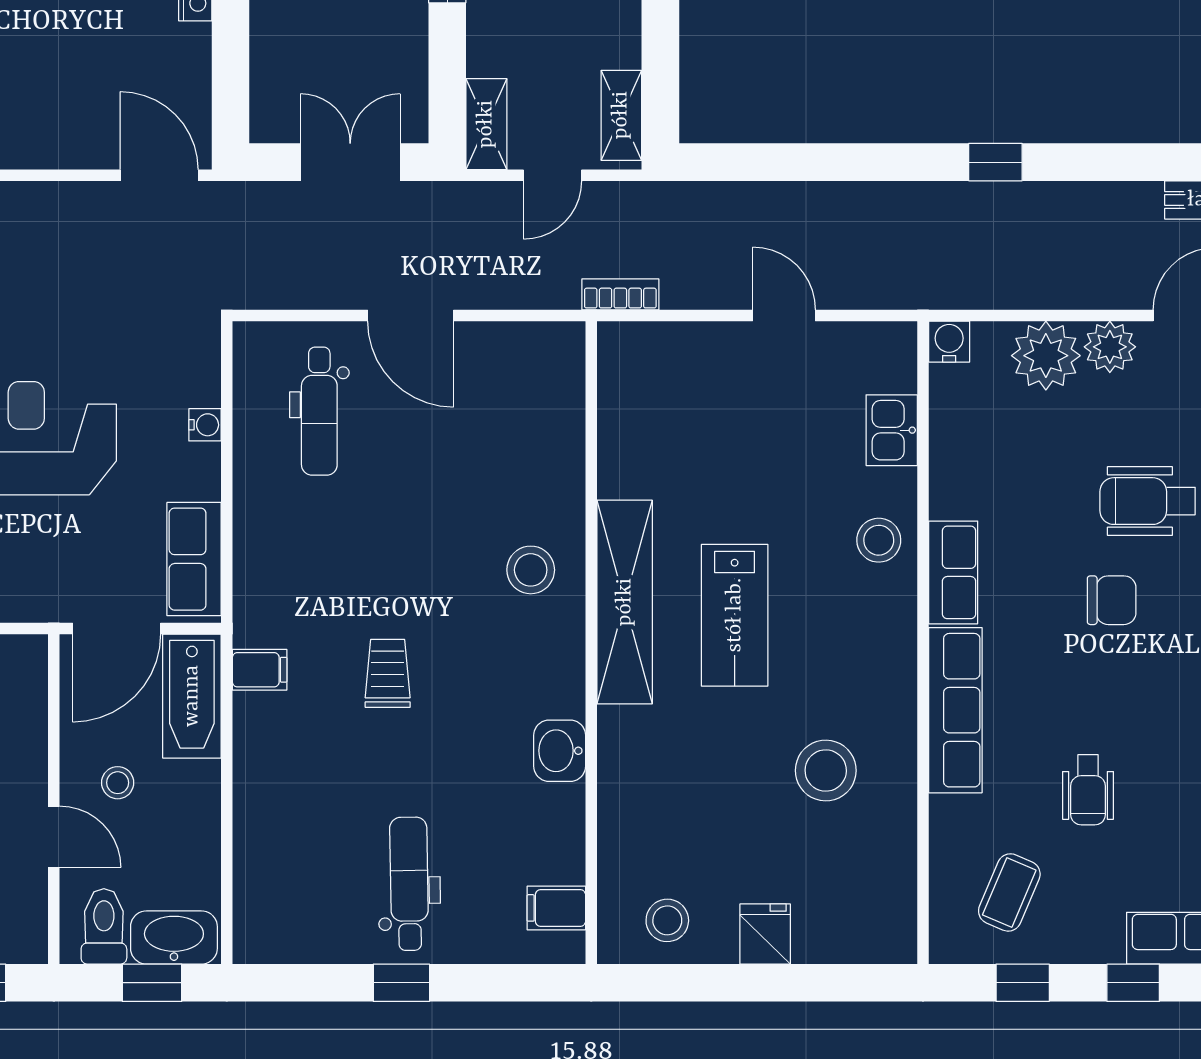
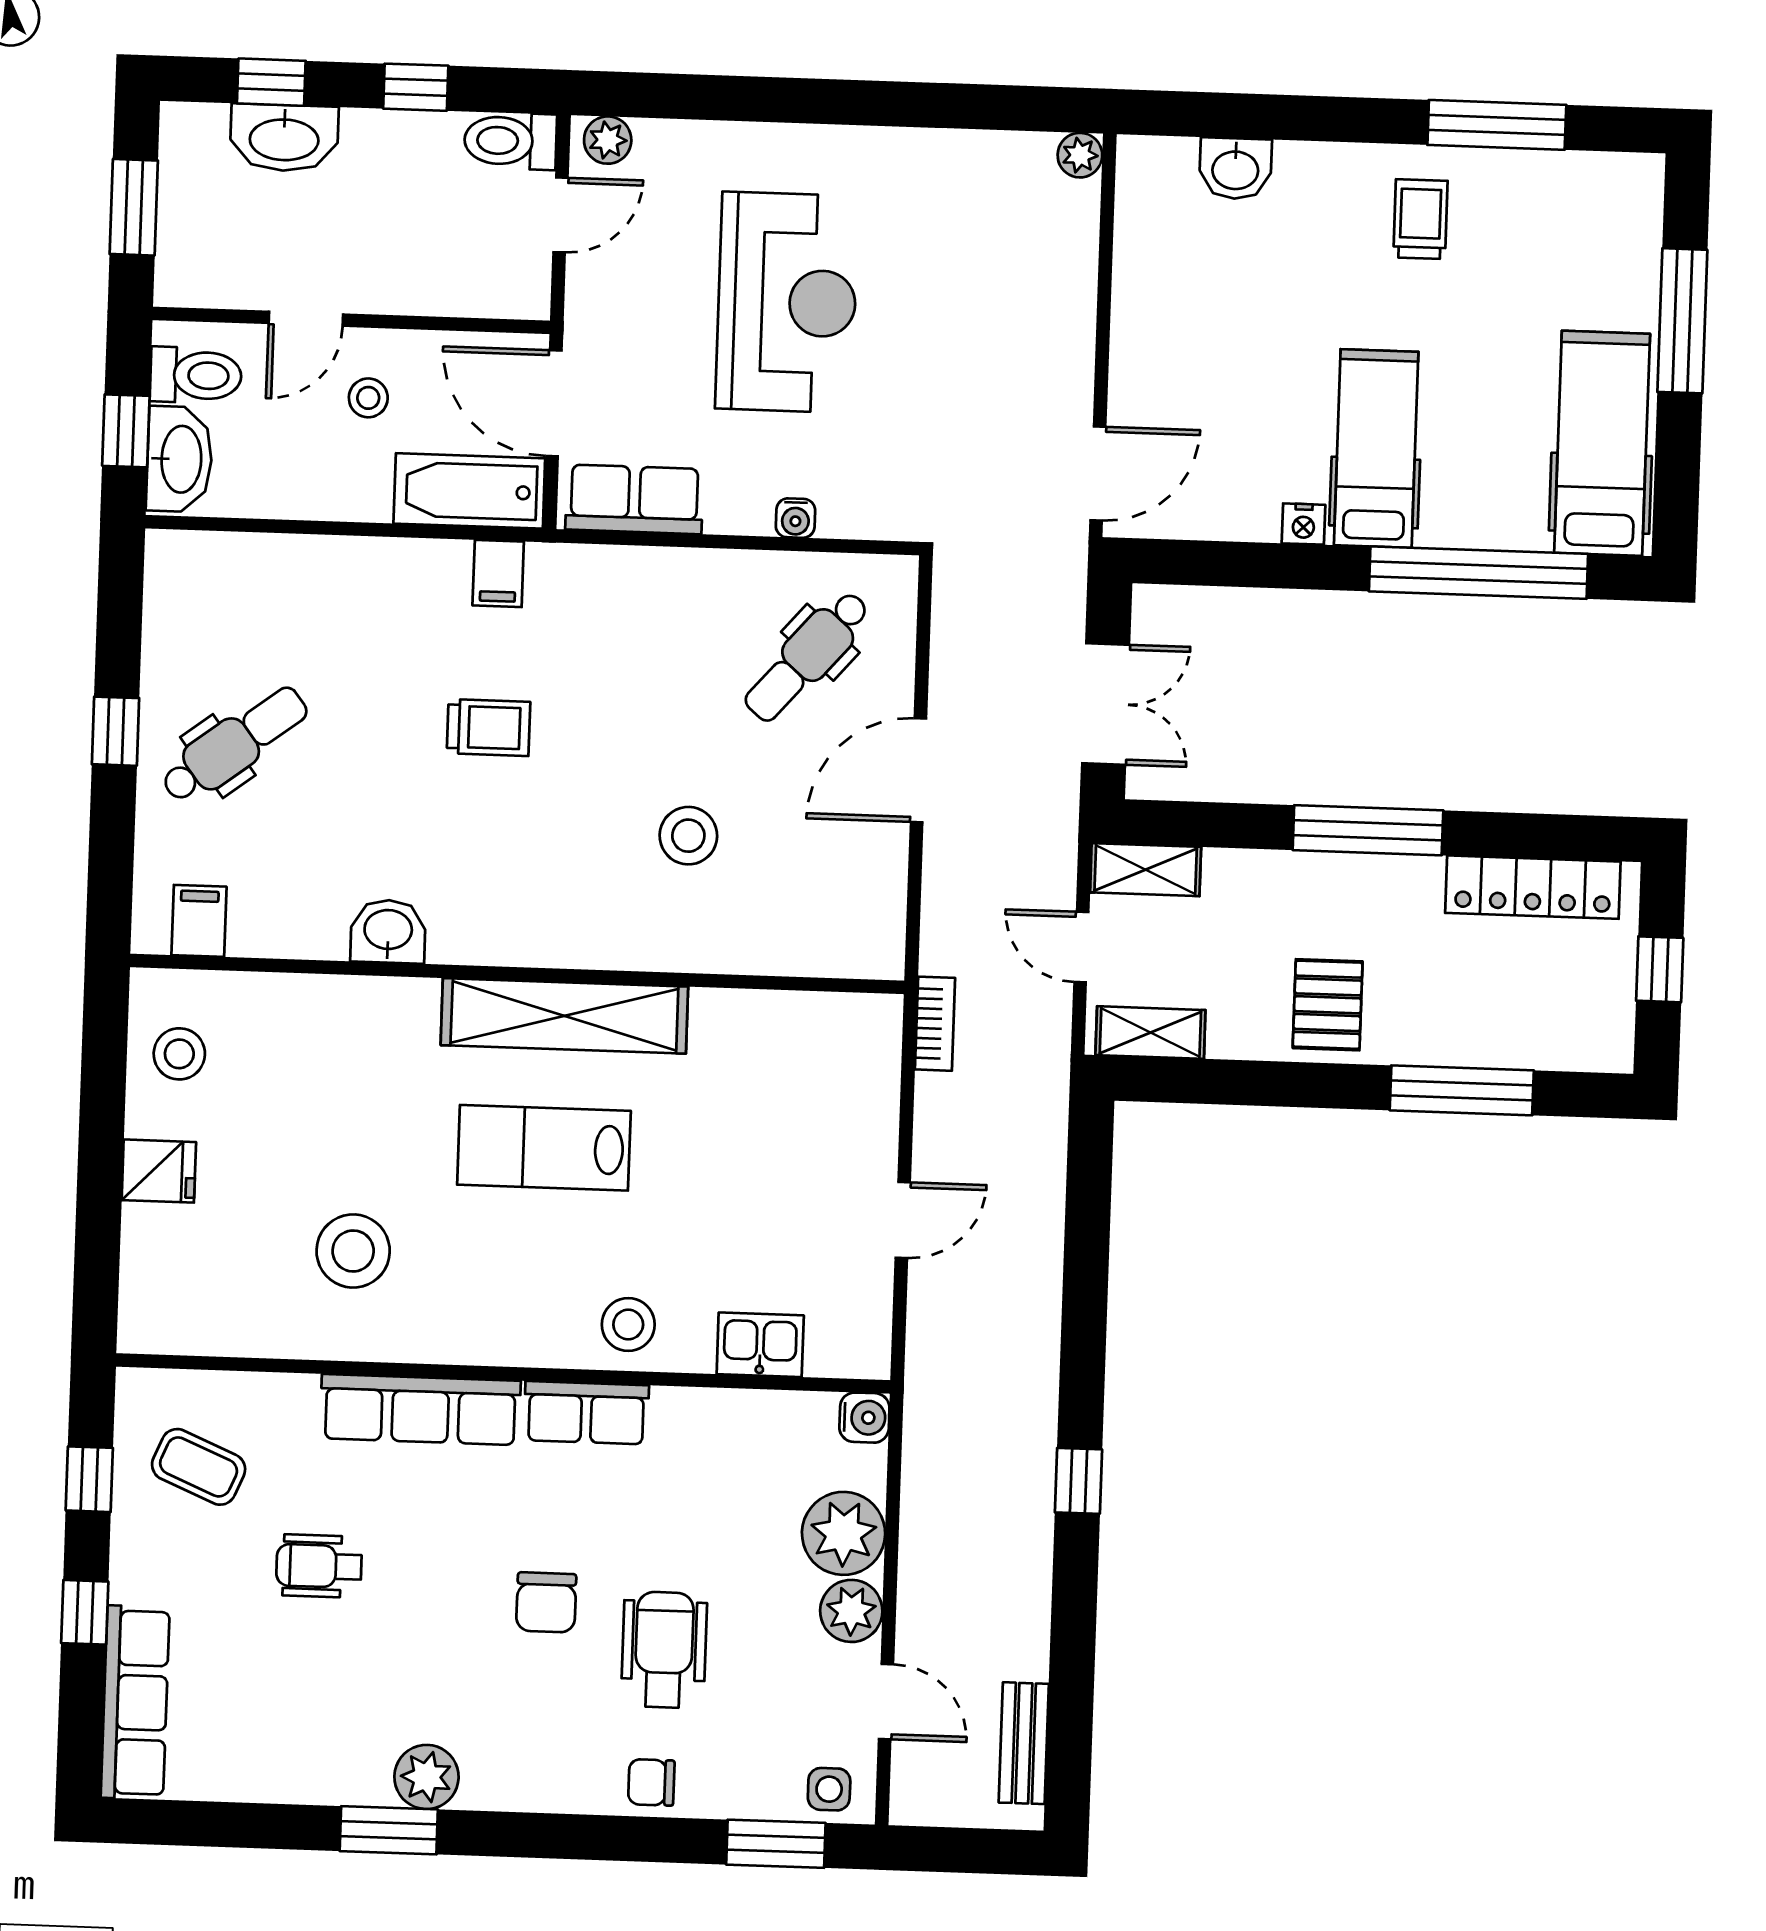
dental chair: (319, 411) -> (807, 656), turned -49
stool: (531, 570) -> (688, 836), moved
dental chair: (409, 884) -> (234, 745), turned -36

